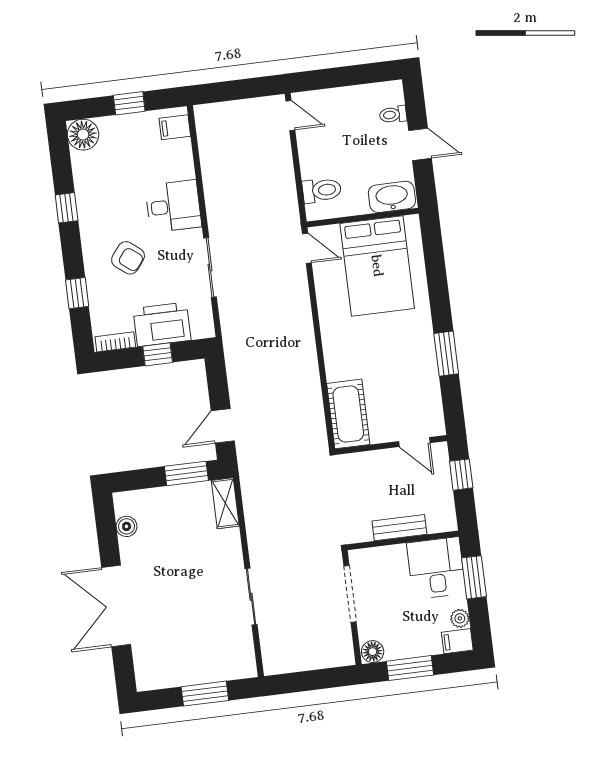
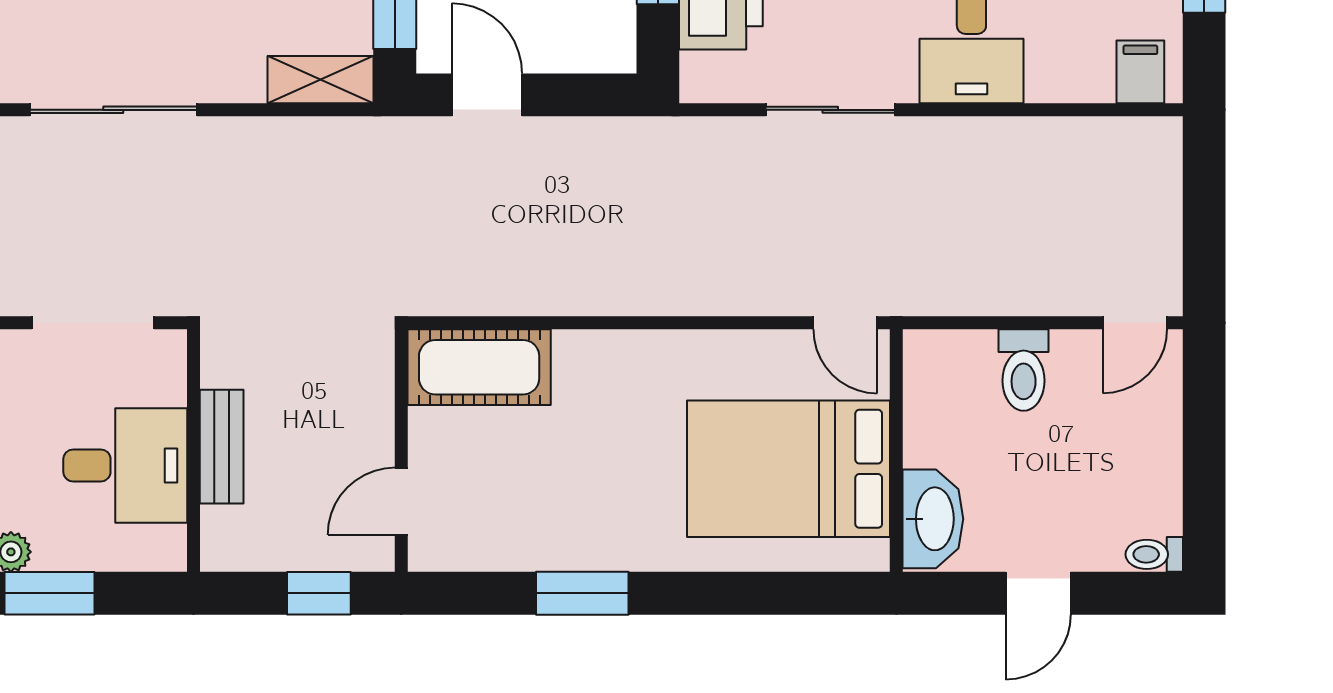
toilet: (393, 115) -> (1154, 554), moved, turned -90
toilet: (322, 190) -> (1024, 370), moved
door: (307, 248) -> (845, 323), hinge flipped
desk: (436, 568) -> (125, 465), moved
window: (474, 577) -> (49, 593), moved
sliding door: (251, 597) -> (113, 110), width x1.37

